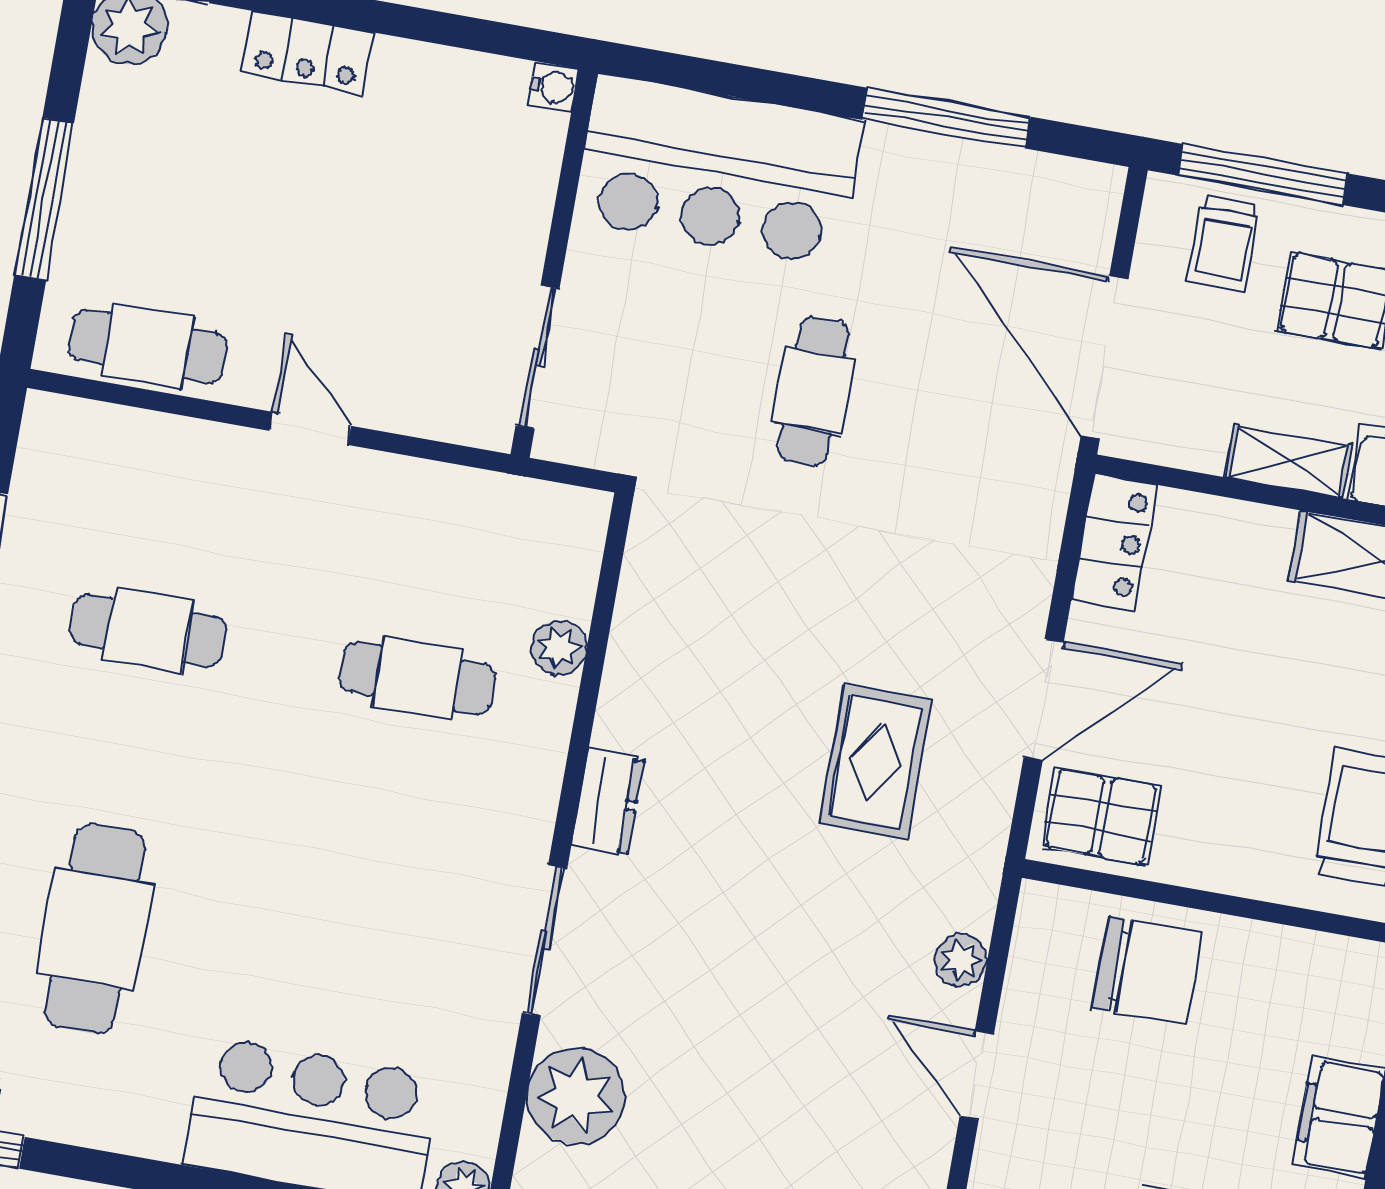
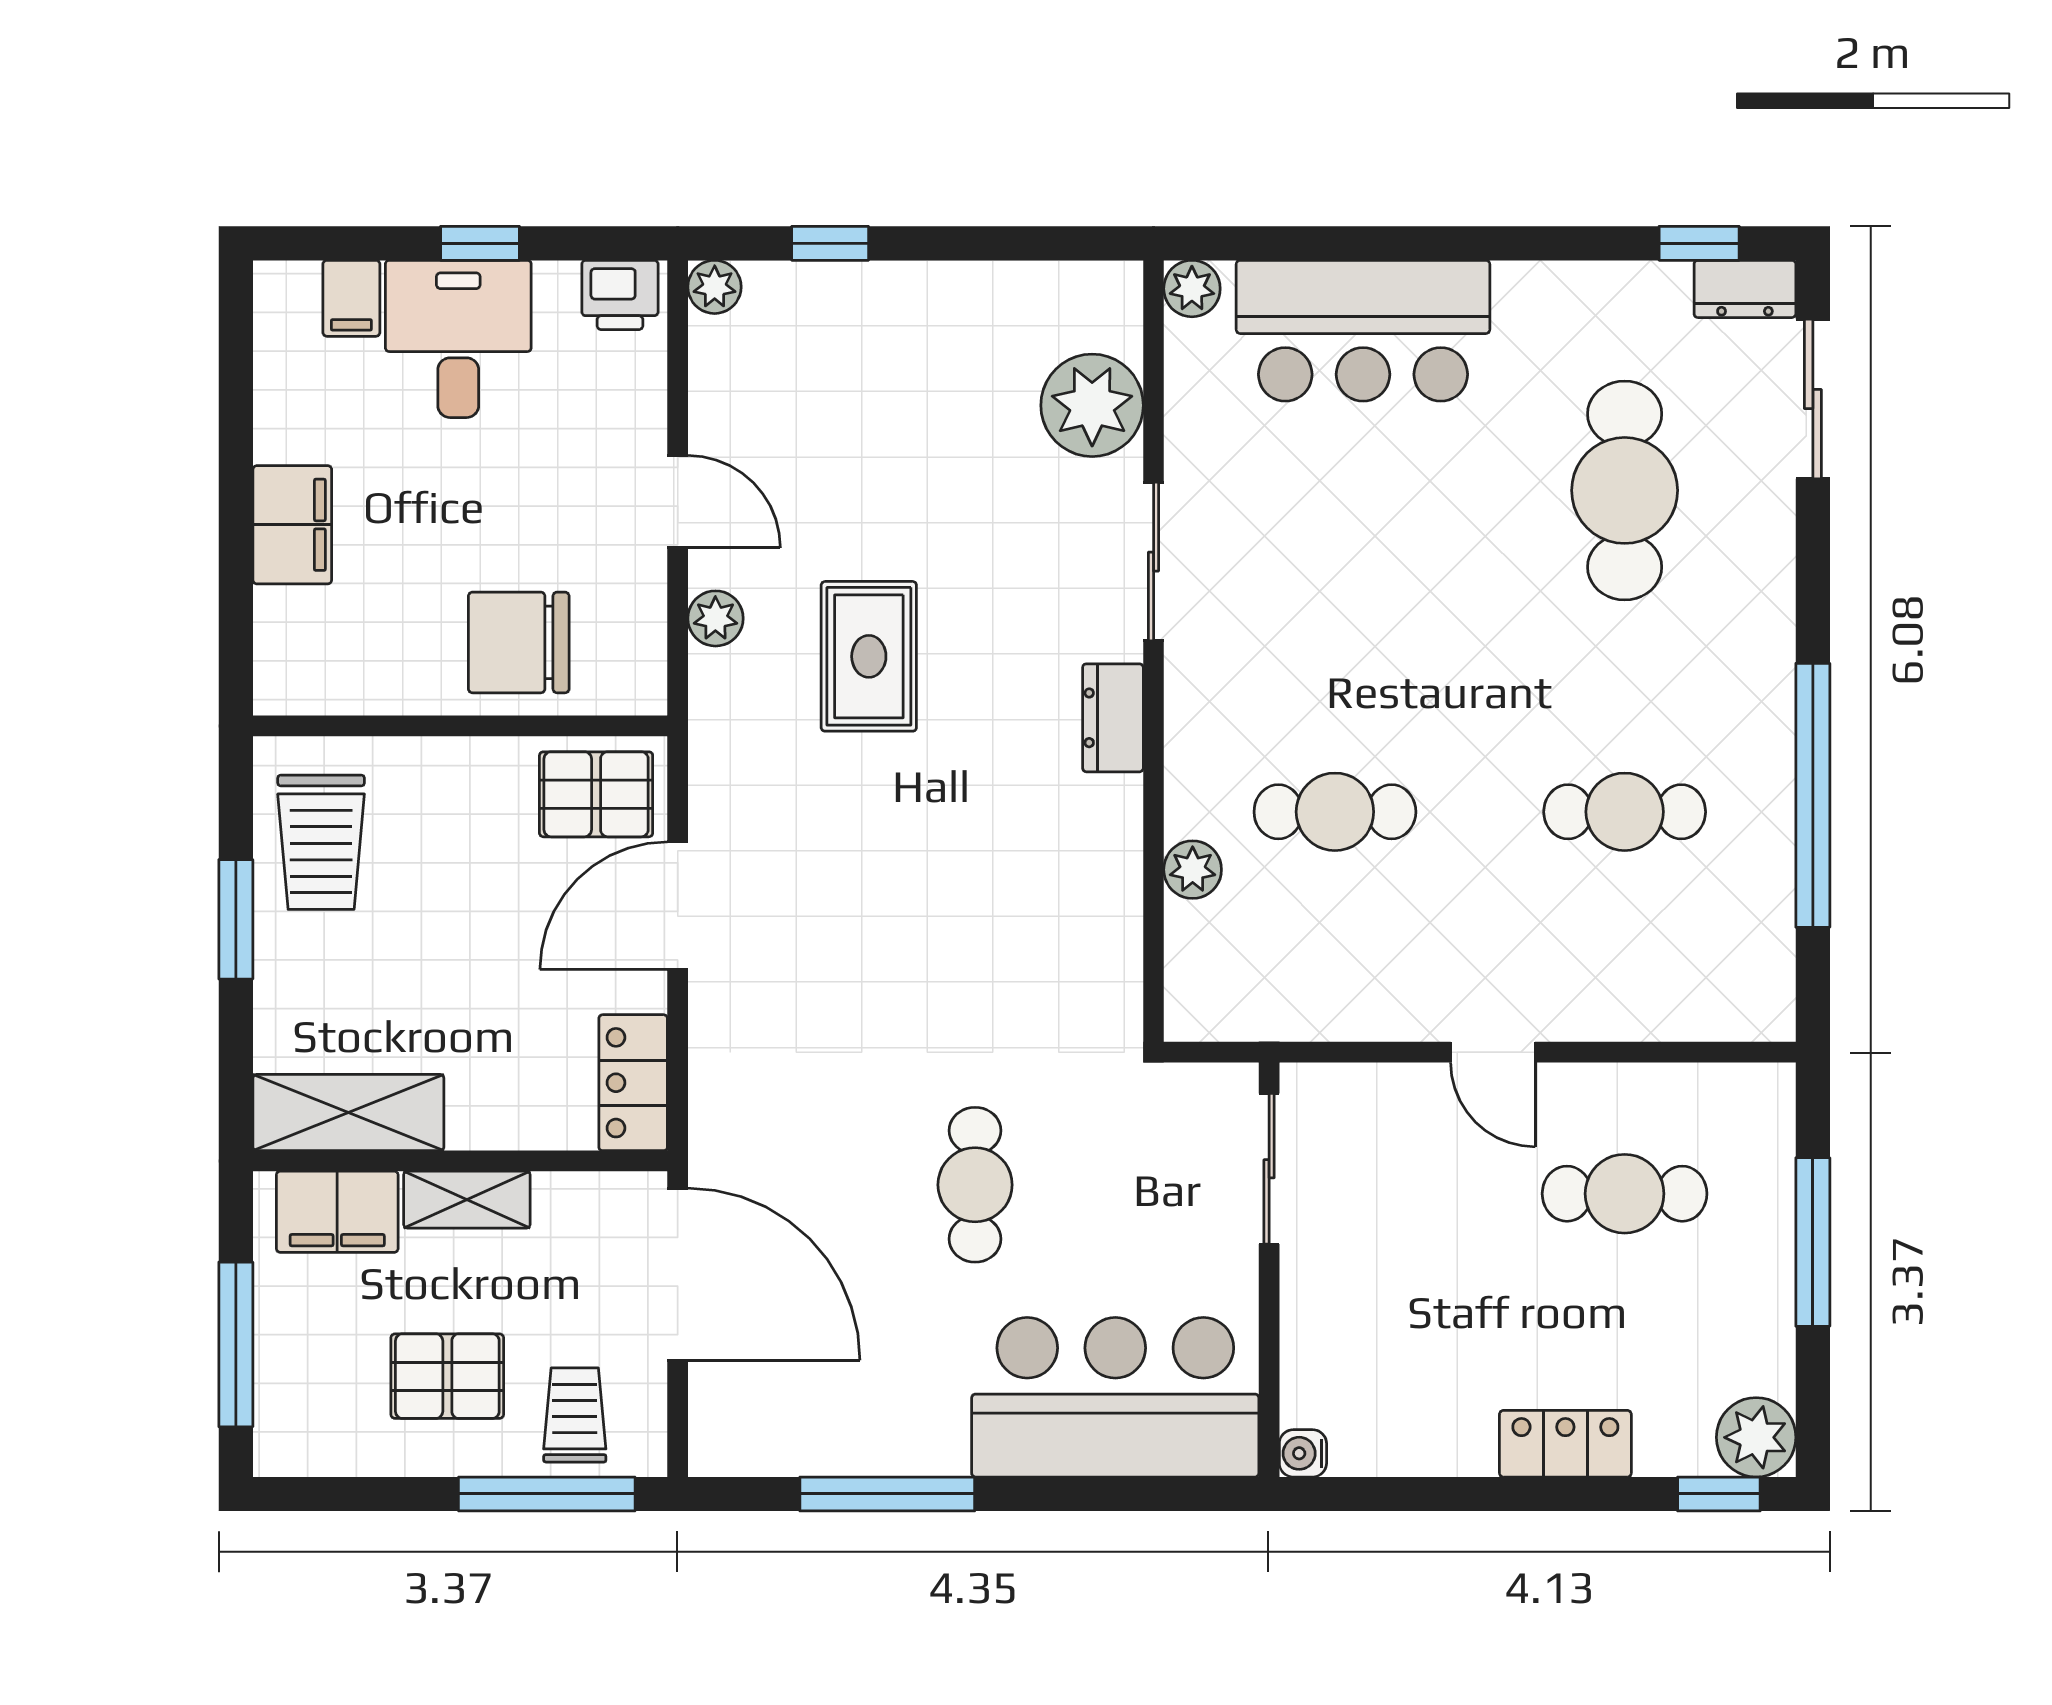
cafe table: (148, 346) -> (1625, 1194), moved
rug: (875, 762) -> (869, 656), moved

